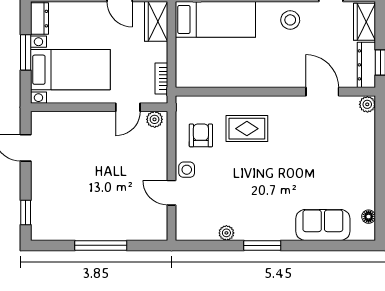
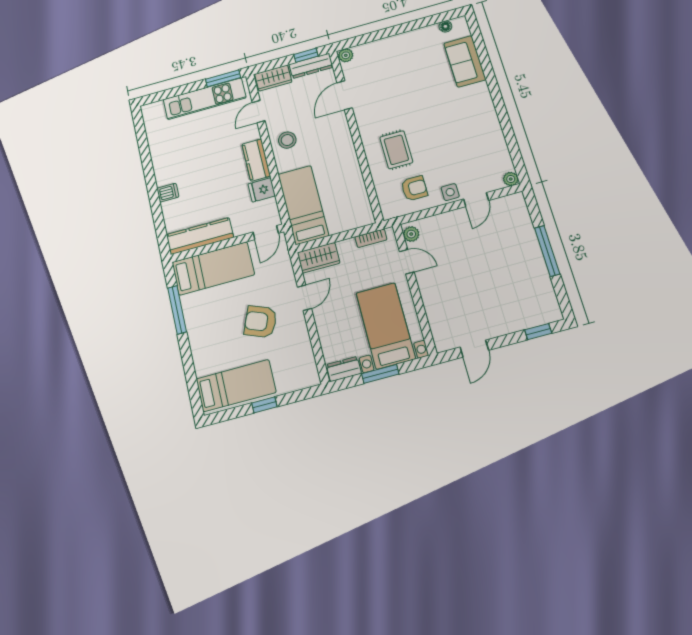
armchair: (201, 135) -> (414, 188), turned 180
plant: (226, 233) -> (511, 179), moved
window: (262, 245) -> (500, 107), removed

